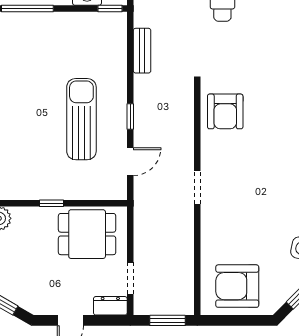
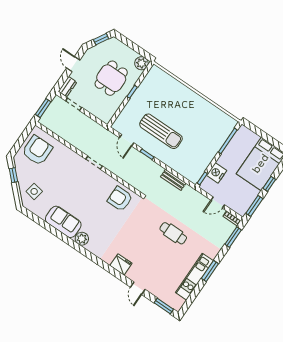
dining table: (87, 234) -> (111, 78), moved

